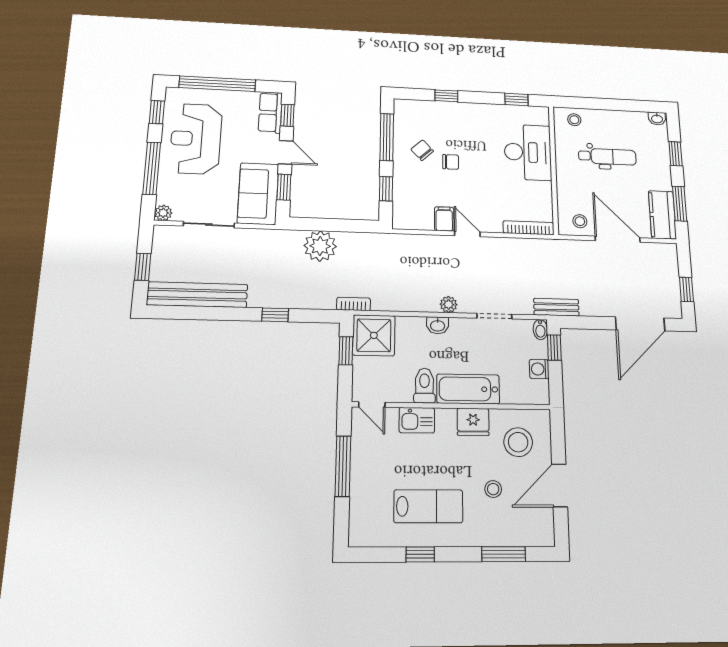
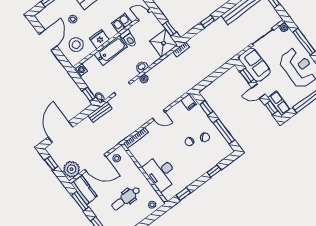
filing cabinet: (444, 219) -> (189, 102), moved
plant: (320, 246) -> (72, 169), moved
washing machine: (539, 369) -> (81, 70), moved

